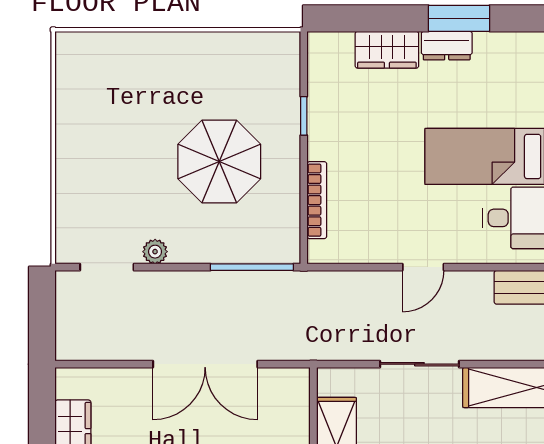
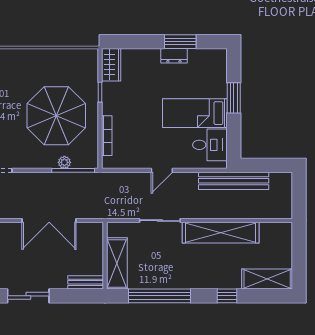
wardrobe: (387, 50) -> (111, 65), moved, turned -90
parasol: (219, 162) -> (56, 116), width x1.36, depth x1.36
plant: (155, 252) -> (64, 162), moved

